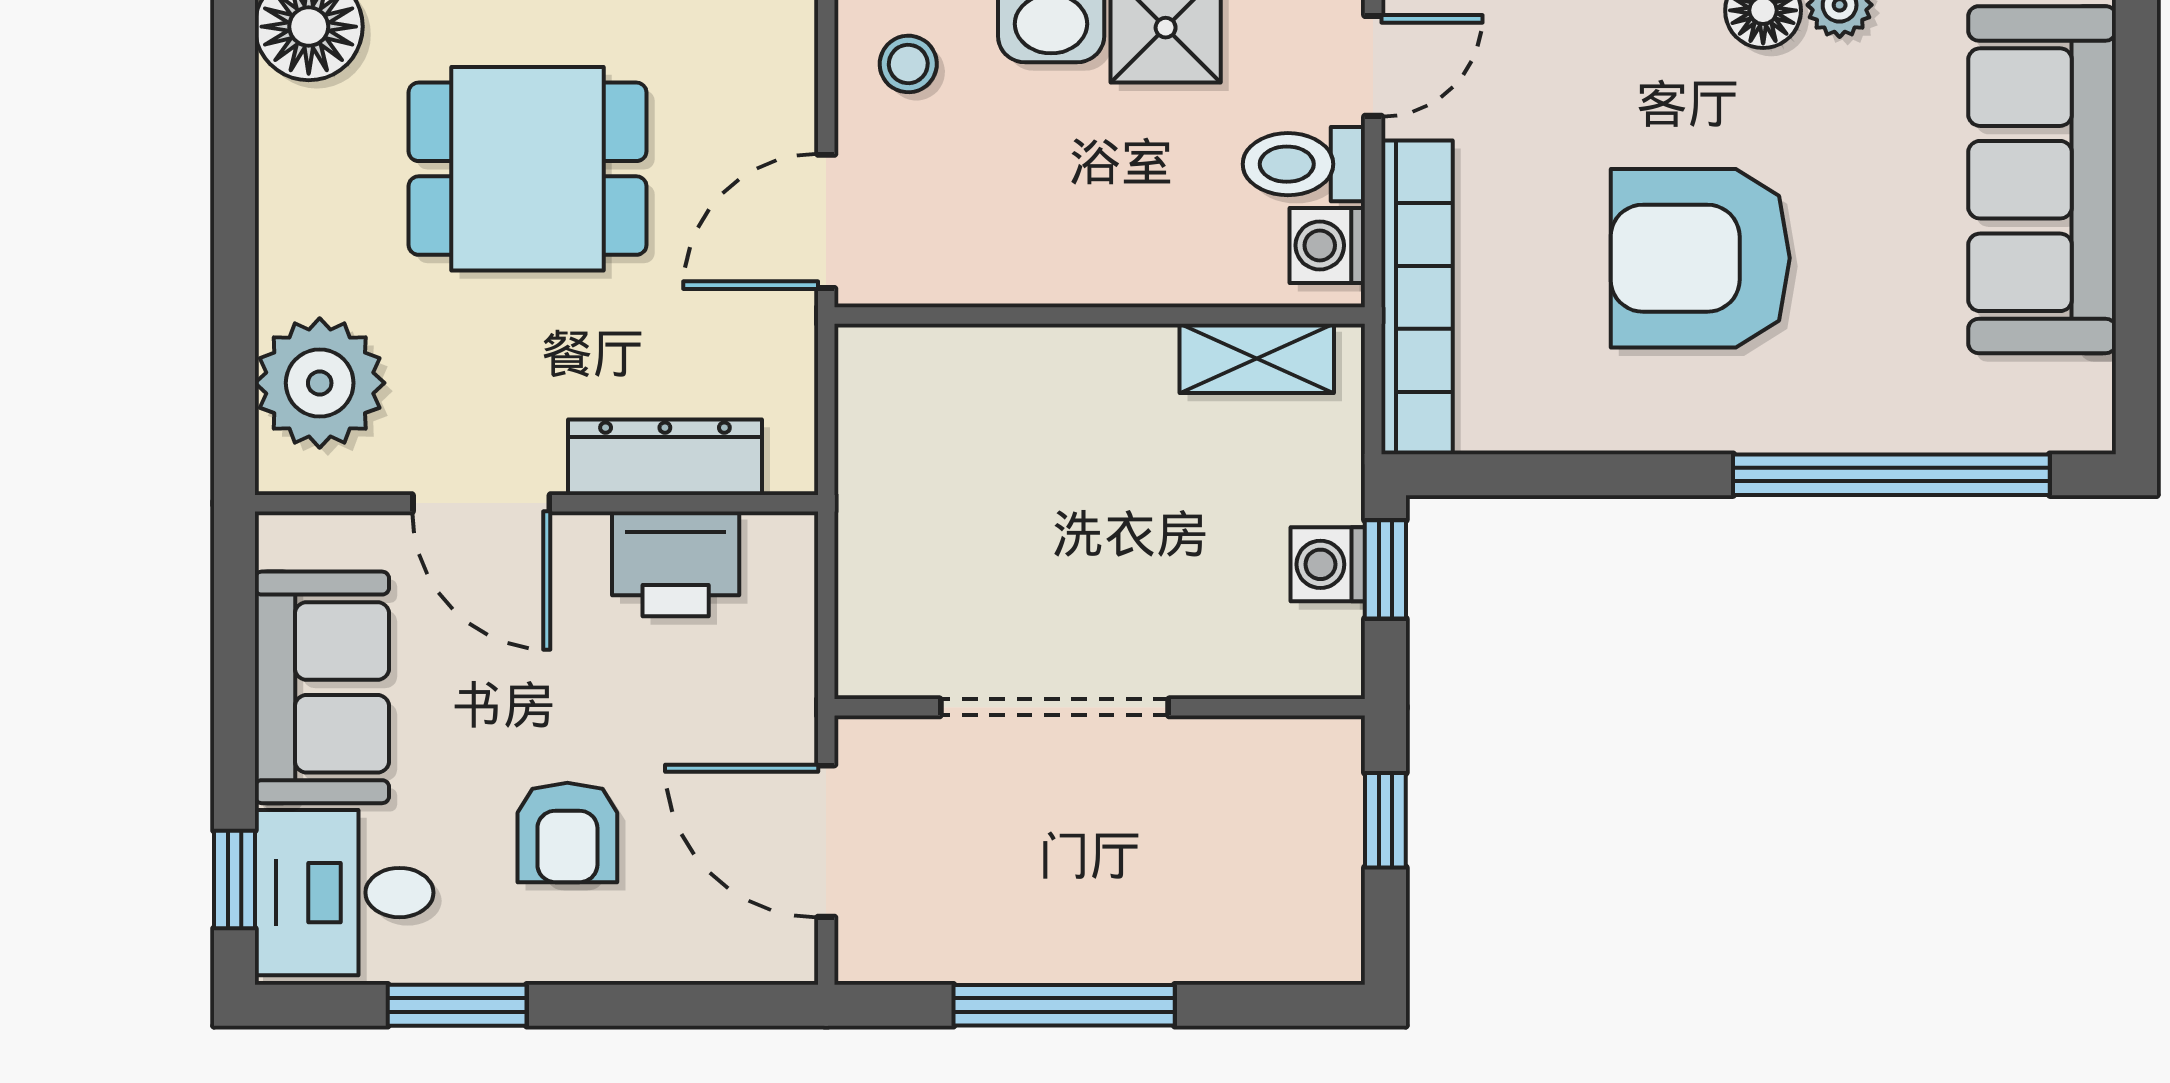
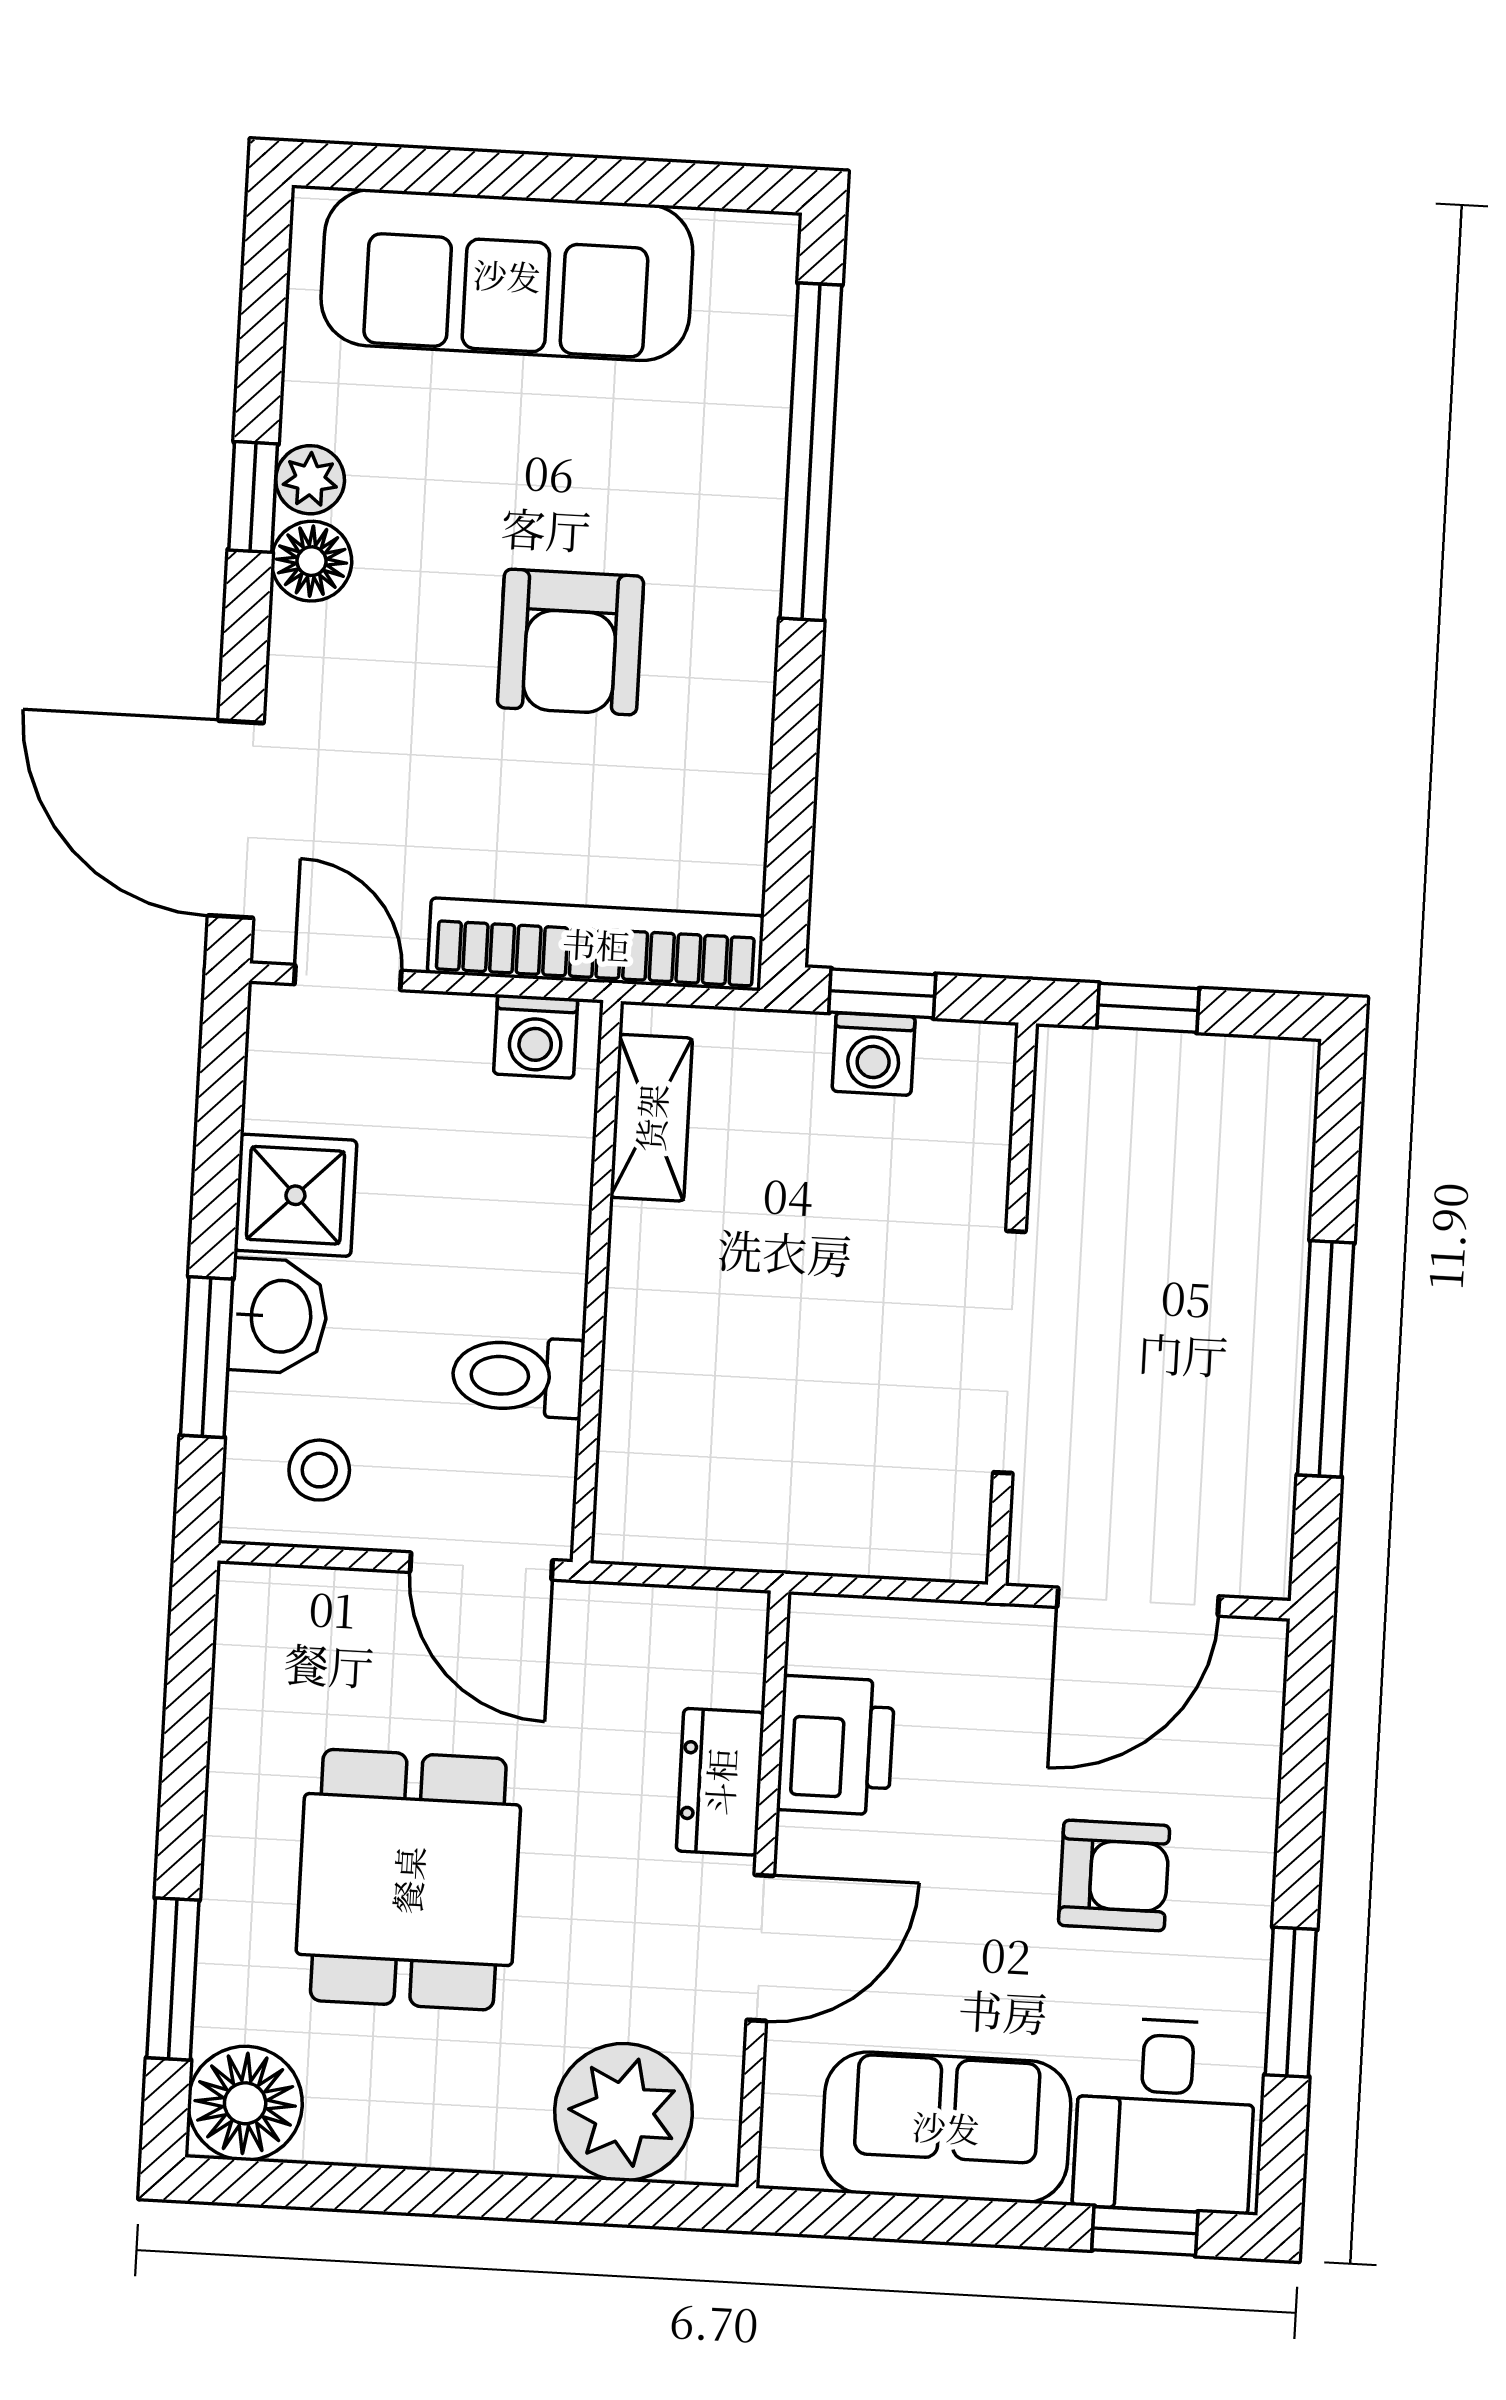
toilet: (1304, 164) -> (518, 1376), moved, turned 90
armchair: (1700, 258) -> (570, 642), width x0.73, depth x0.73
dresser: (665, 457) -> (720, 1782), width x0.70

